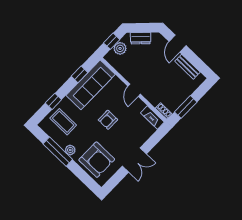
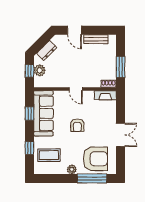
window: (58, 152) -> (92, 178), moved

